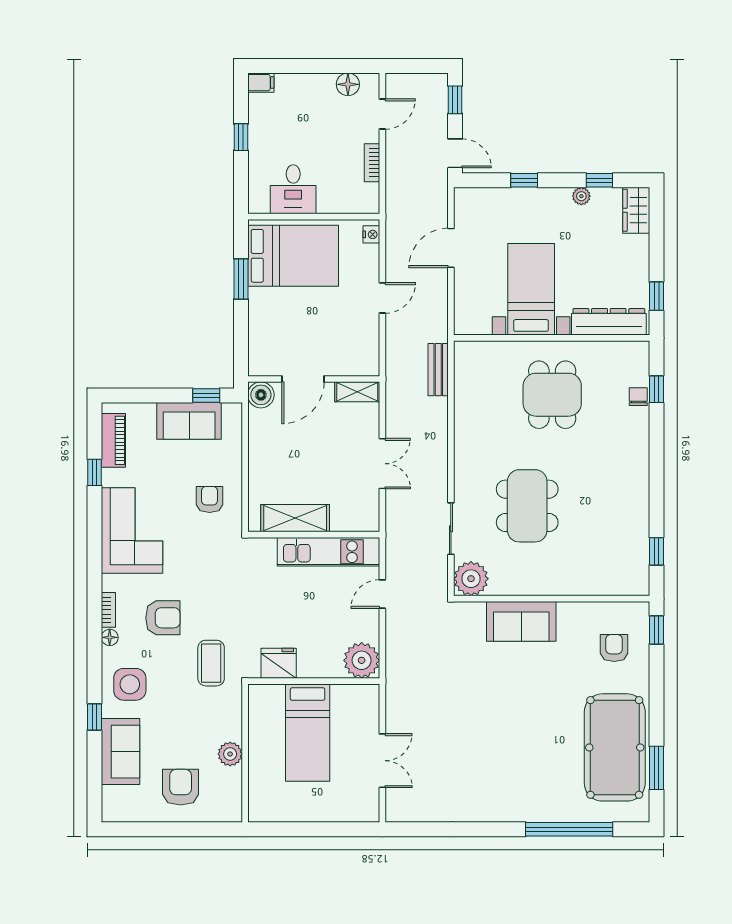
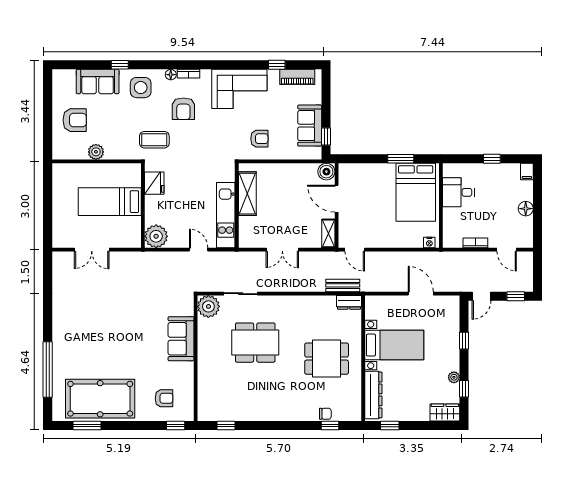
floor lamp: (348, 84) -> (526, 209), moved
door: (382, 298) -> (355, 250), moved
dresser: (465, 360) -> (349, 302), added

